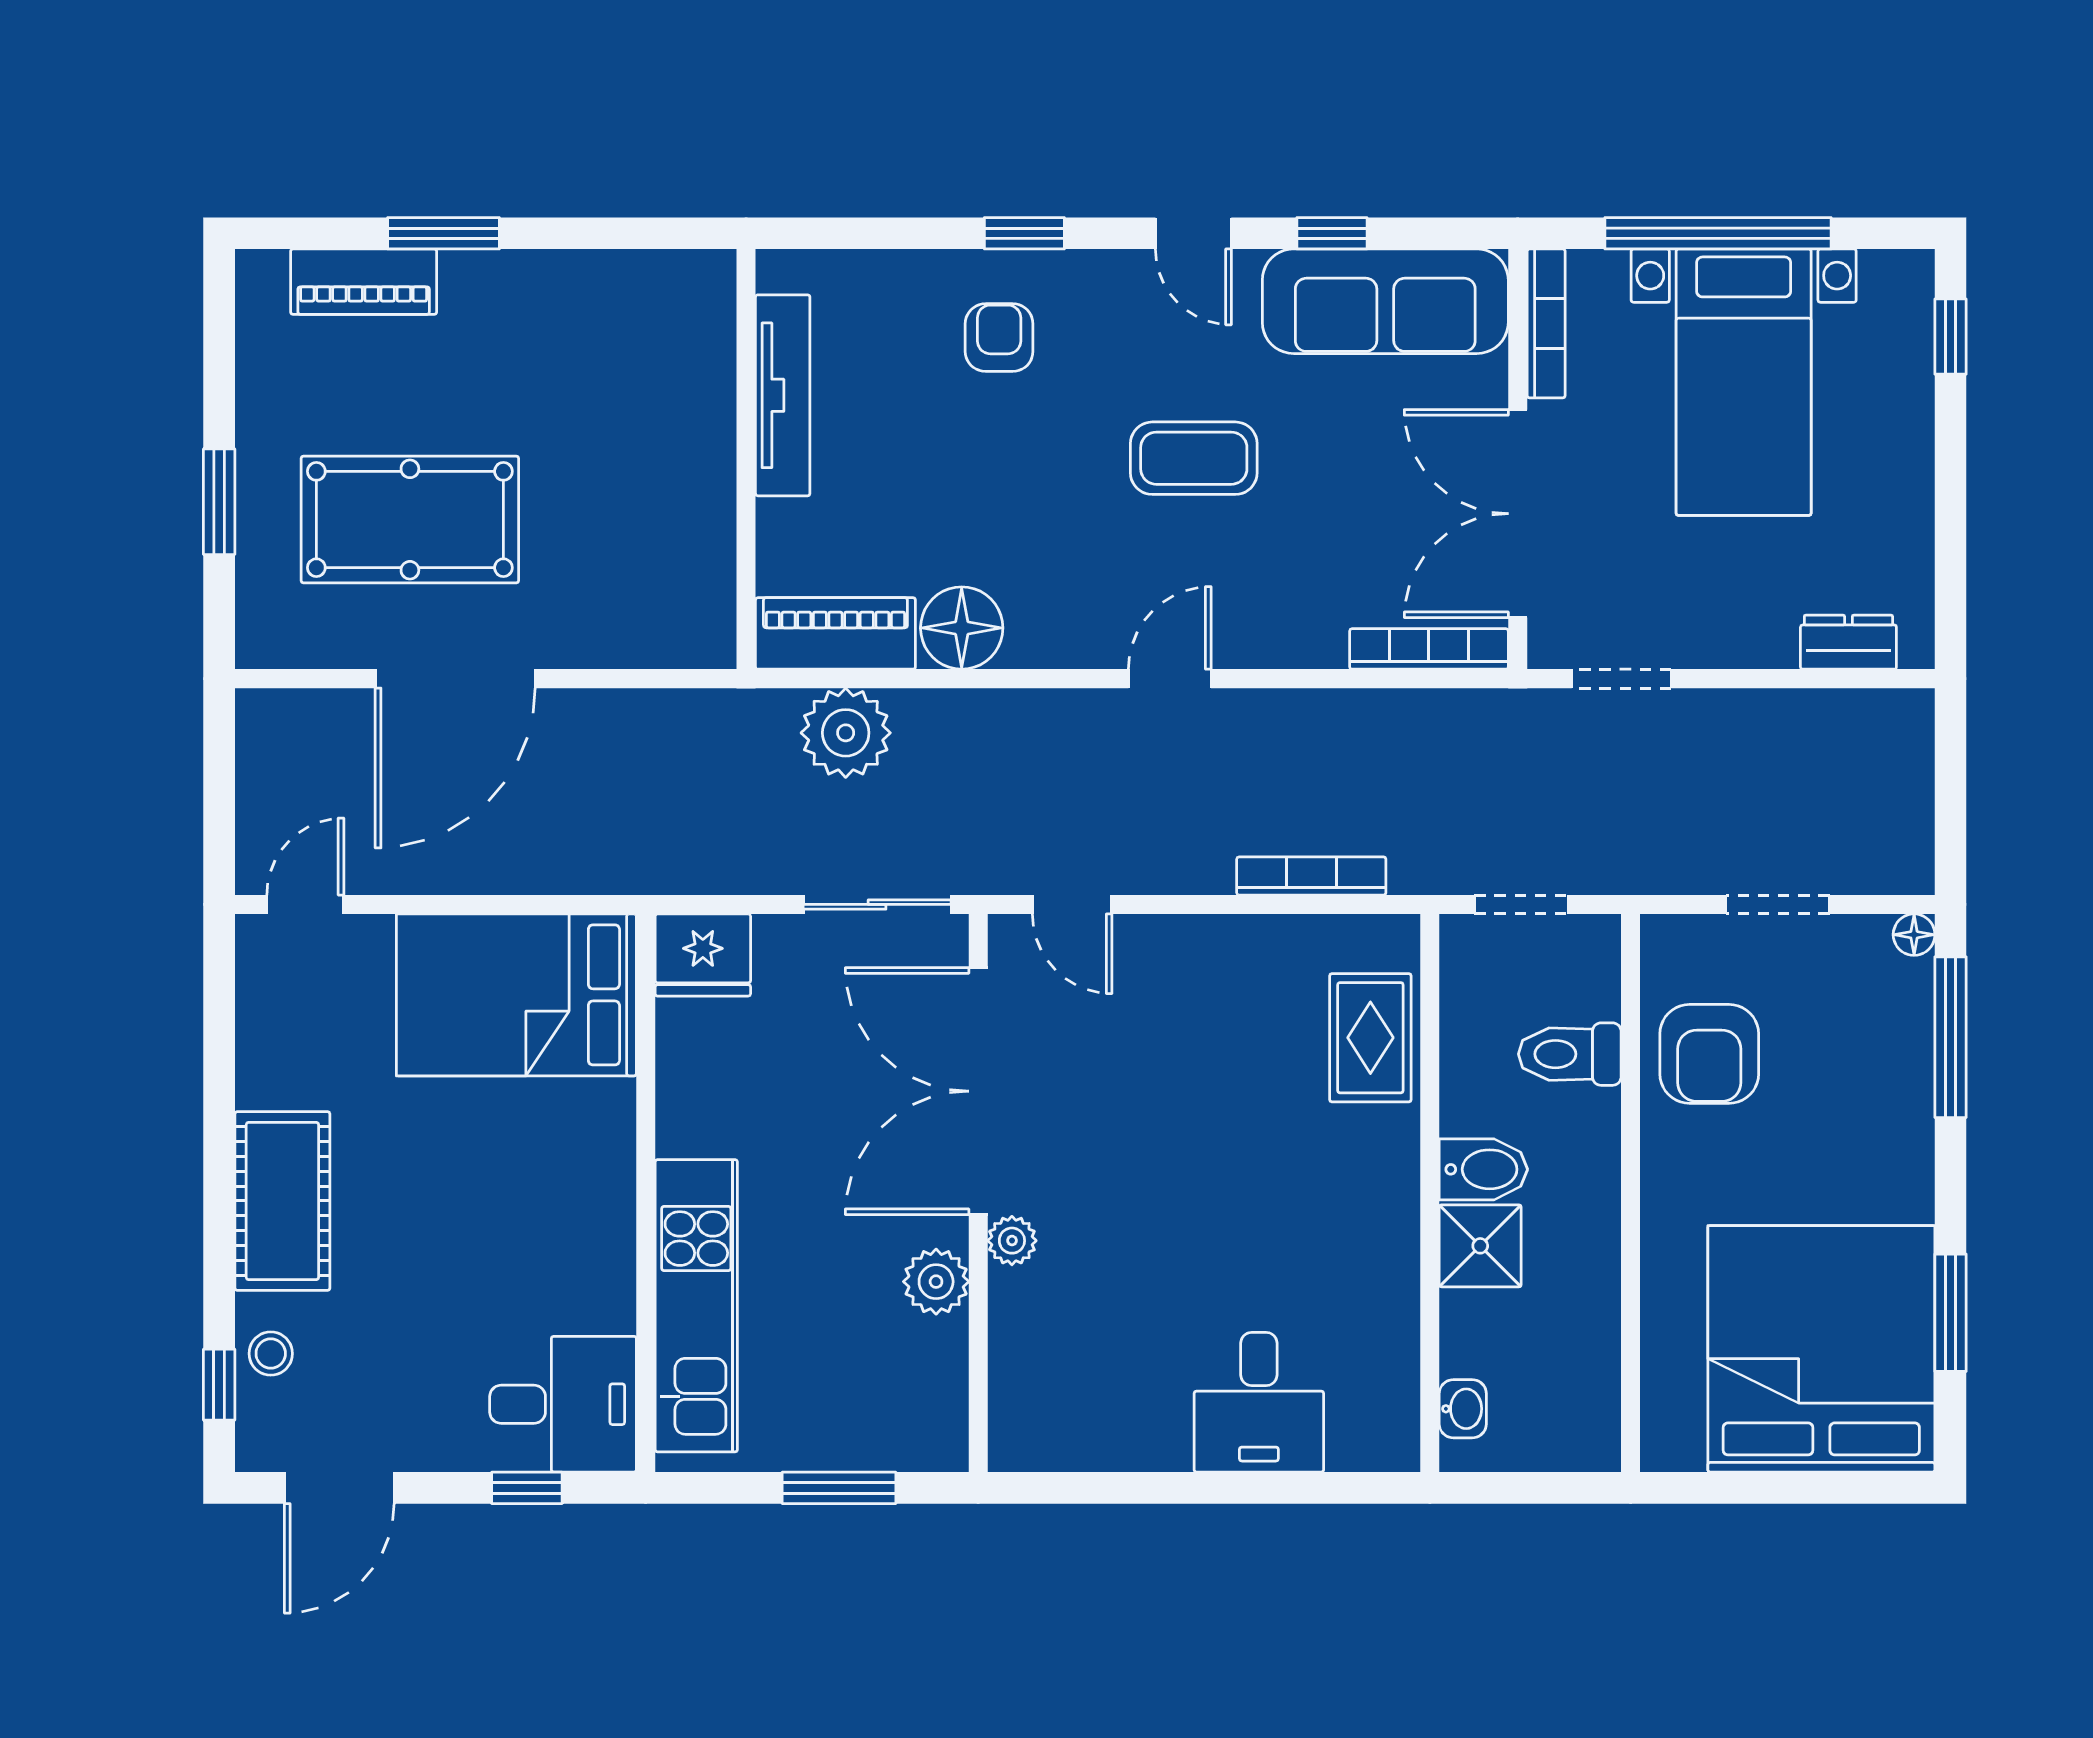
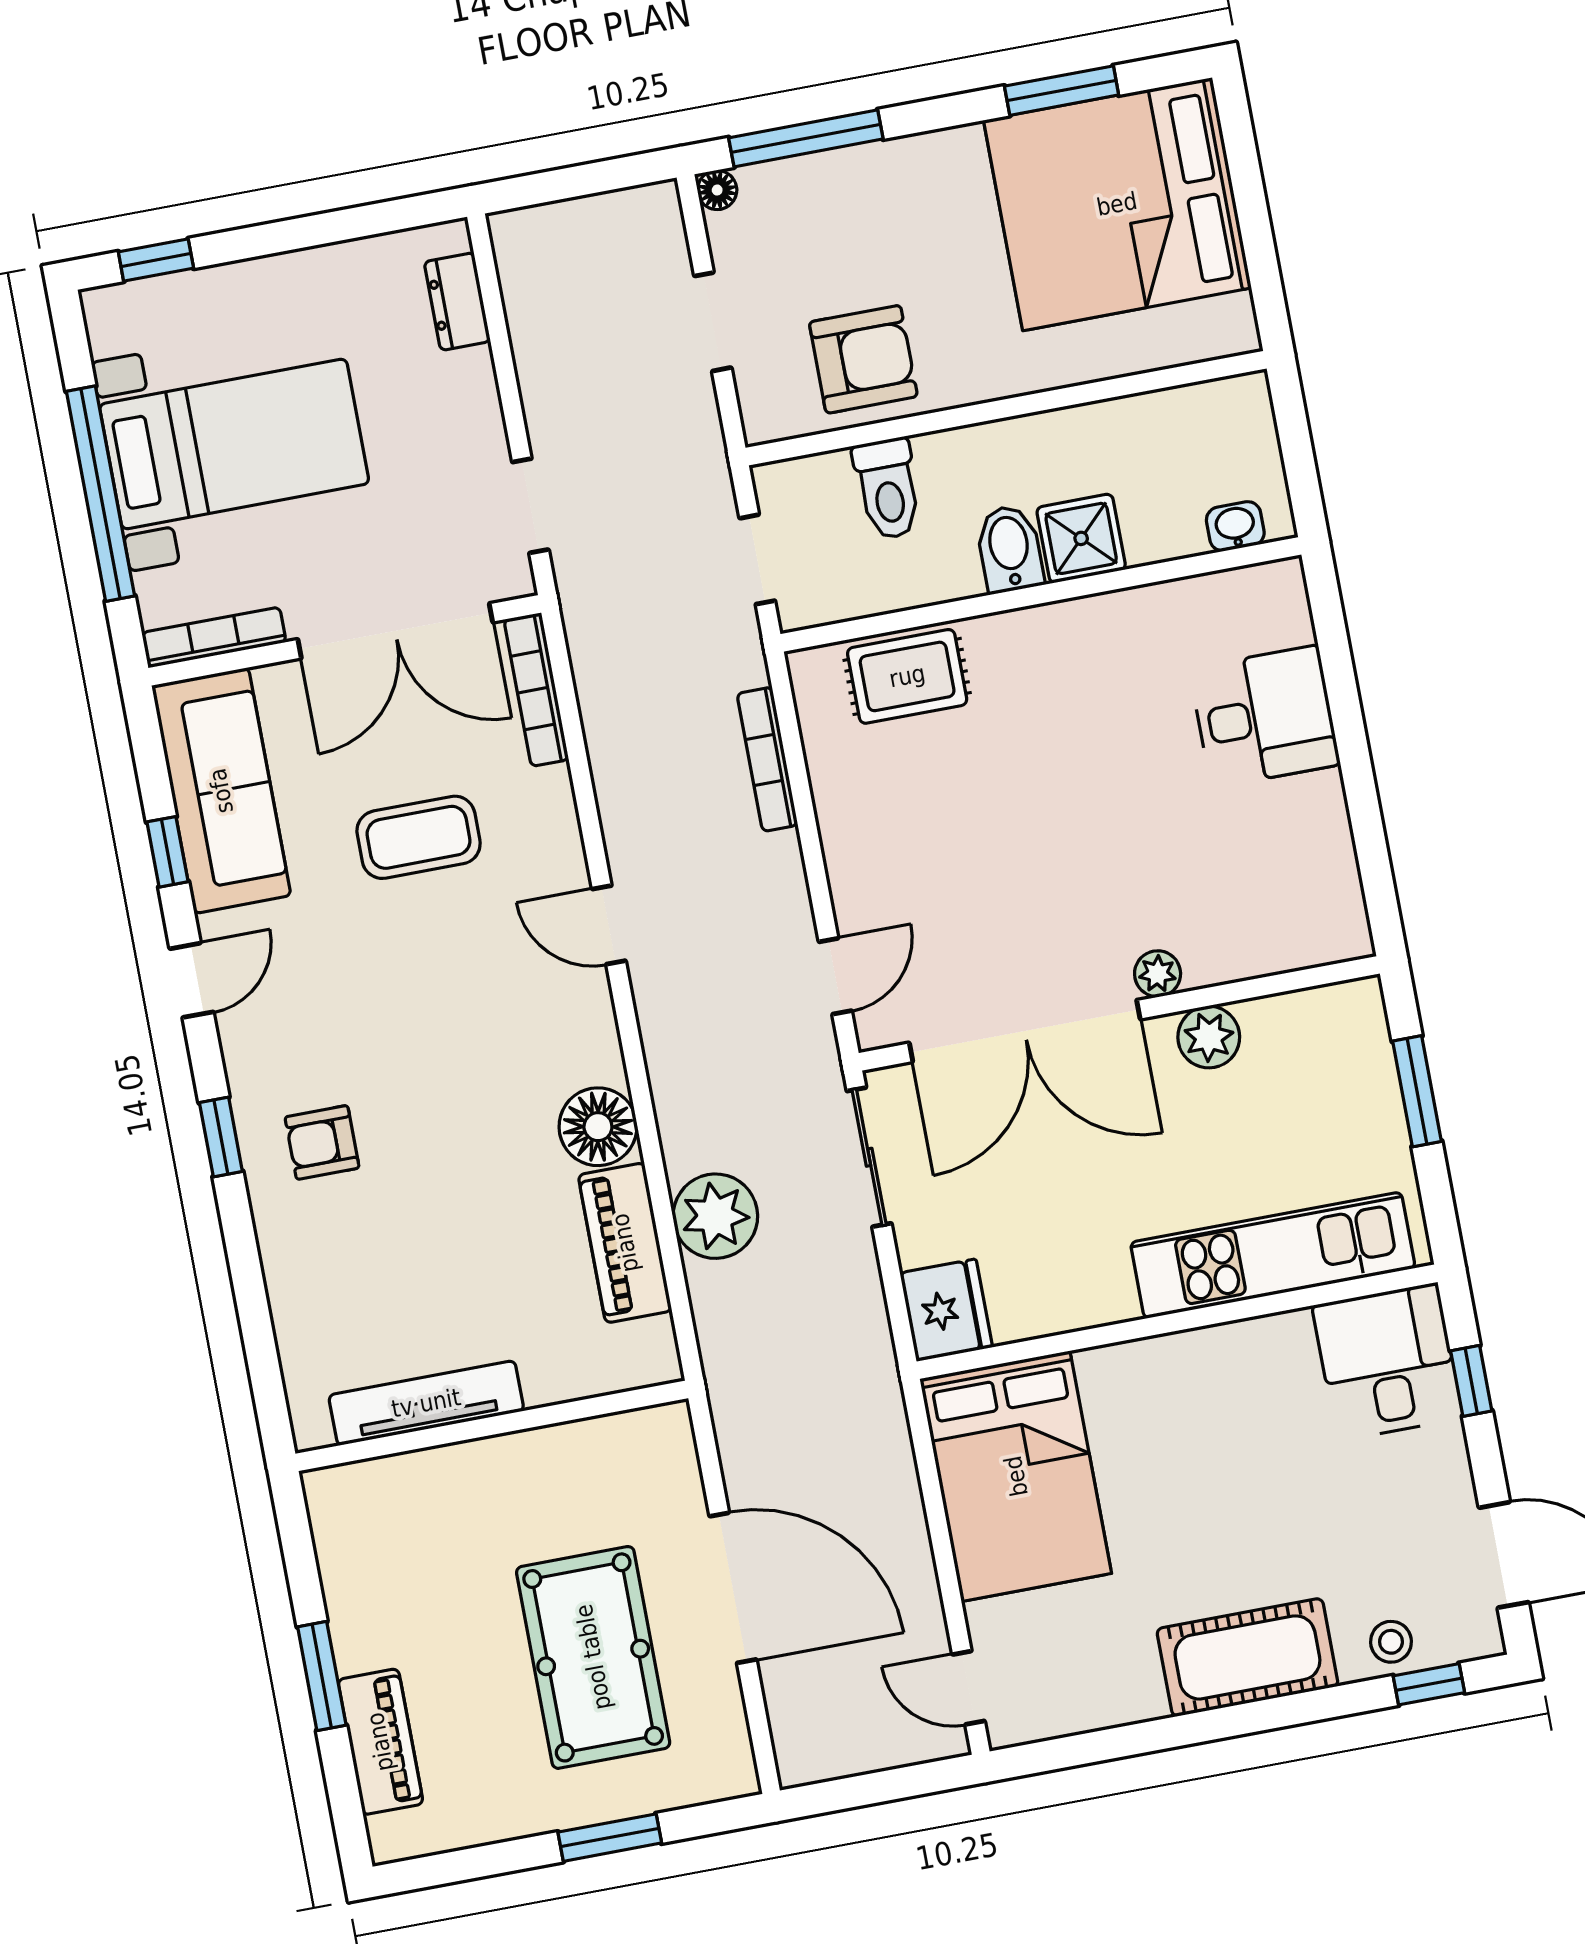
tv unit: (783, 395) -> (426, 1403), moved
coffee table: (1194, 458) -> (419, 837), moved, turned 90
wall: (746, 459) -> (492, 1426), moved

